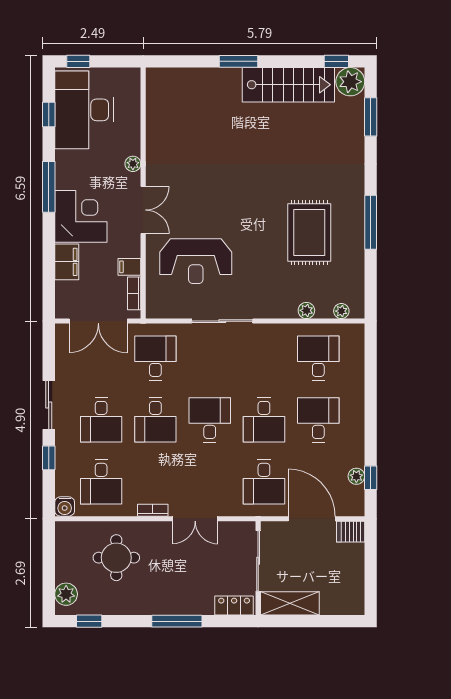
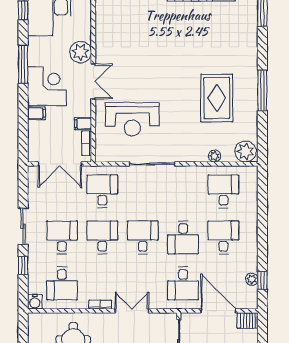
plant: (133, 164) -> (81, 52), width x1.87, depth x1.87
filing cabinet: (67, 262) -> (36, 113), width x0.50
plant: (341, 311) -> (245, 152), width x1.87, depth x1.87
desk: (101, 420) -> (62, 237), turned 180
desk: (155, 420) -> (102, 237), turned 180
double door: (195, 519) -> (132, 311), swing flipped

